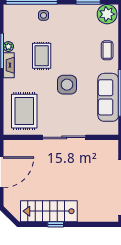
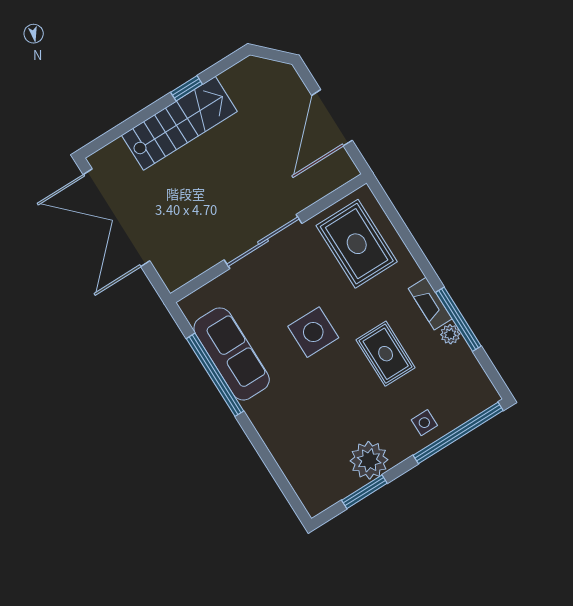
plant: (107, 14) -> (369, 460), moved
coffee table: (107, 50) -> (282, 431), removed
stairs: (49, 211) -> (179, 123), moved

